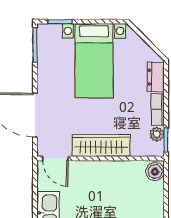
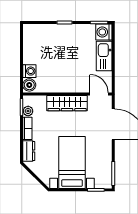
washing machine: (155, 191) -> (29, 71), added

